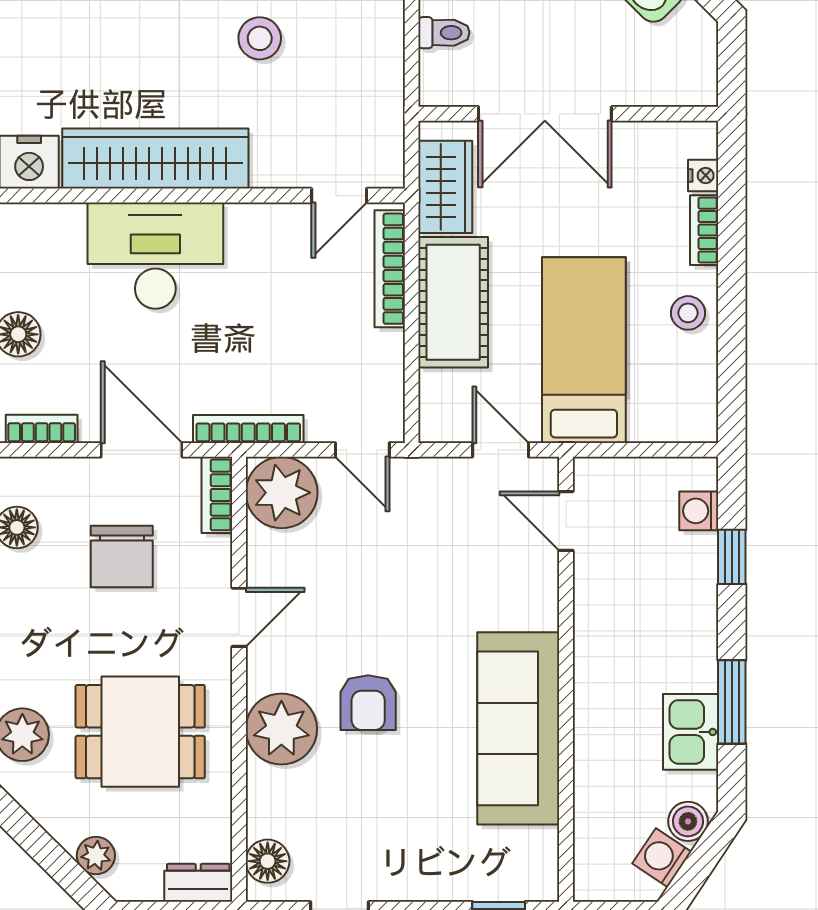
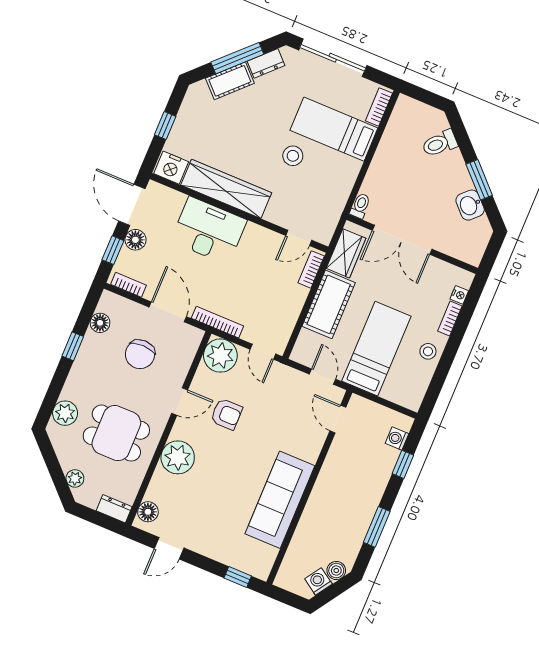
toilet: (444, 33) -> (360, 206), moved, turned -90
bookcase: (390, 269) -> (311, 269), width x0.64
bookcase: (217, 495) -> (192, 345), removed
armchair: (368, 703) -> (226, 414), moved, turned -90
kitchen sink: (691, 732) -> (354, 532), removed

